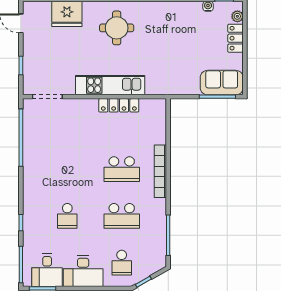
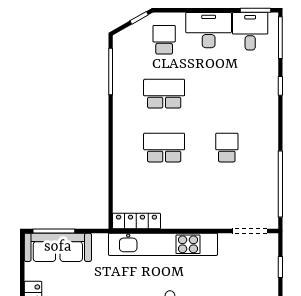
sofa: (222, 83) -> (58, 247), width x1.36
kitchen unit: (110, 85) -> (163, 244), width x1.36
locker: (119, 105) -> (136, 221), moved
bookcase: (160, 171) -> (120, 145), removed
school desk: (67, 216) -> (227, 148), moved

